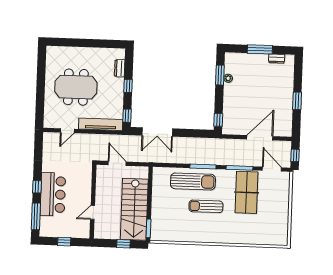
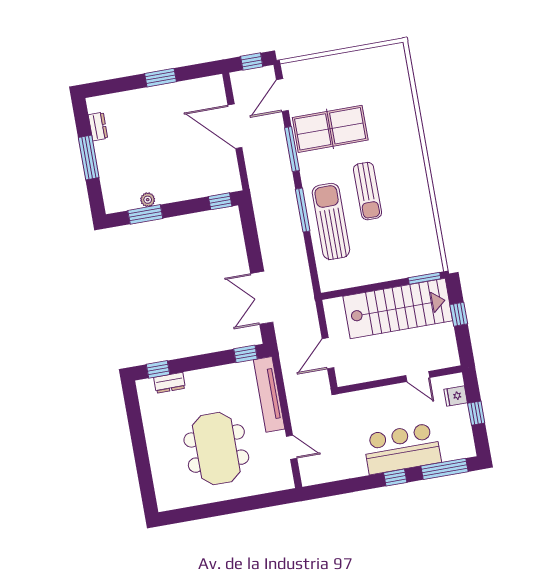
window: (128, 86) -> (158, 369), moved
double door: (157, 132) -> (262, 298), swing flipped
fridge: (77, 232) -> (456, 396), added

